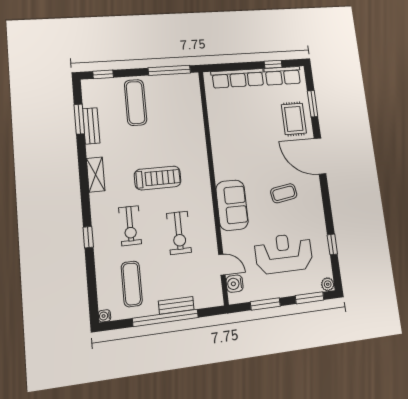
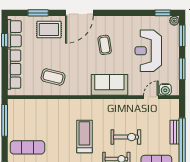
coffee table: (234, 129) -> (53, 77), added
exercise bike: (179, 233) -> (126, 137), moved
window: (332, 244) -> (163, 13), moved

